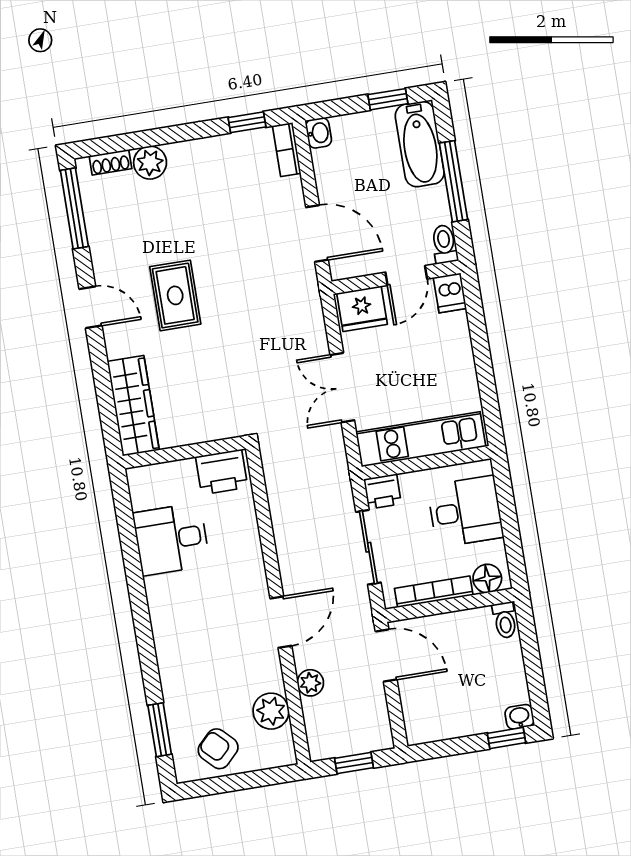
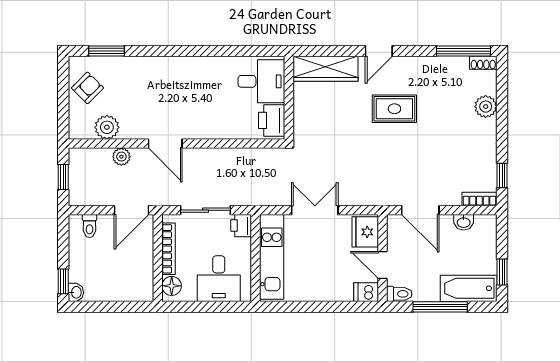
washbasin: (319, 133) -> (464, 222), moved
shoe rack: (110, 162) -> (483, 63), moved, turned -90
door: (317, 233) -> (420, 210), hinge flipped
door: (90, 307) -> (379, 51), moved
desk: (171, 539) -> (261, 81), moved, turned 90
toilet: (505, 620) -> (90, 226), moved, turned -90

